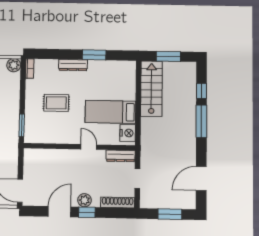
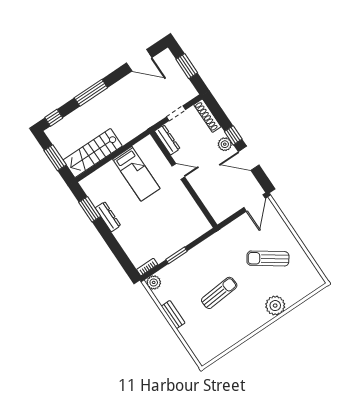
window: (94, 55) -> (90, 209), moved
dresser: (73, 65) -> (108, 217), moved
window: (201, 91) -> (54, 118), moved
rug: (56, 103) -> (160, 224), removed
window: (22, 125) -> (176, 255), moved
nightstand: (128, 133) -> (144, 147), removed
door: (89, 147) -> (178, 171), swing flipped

